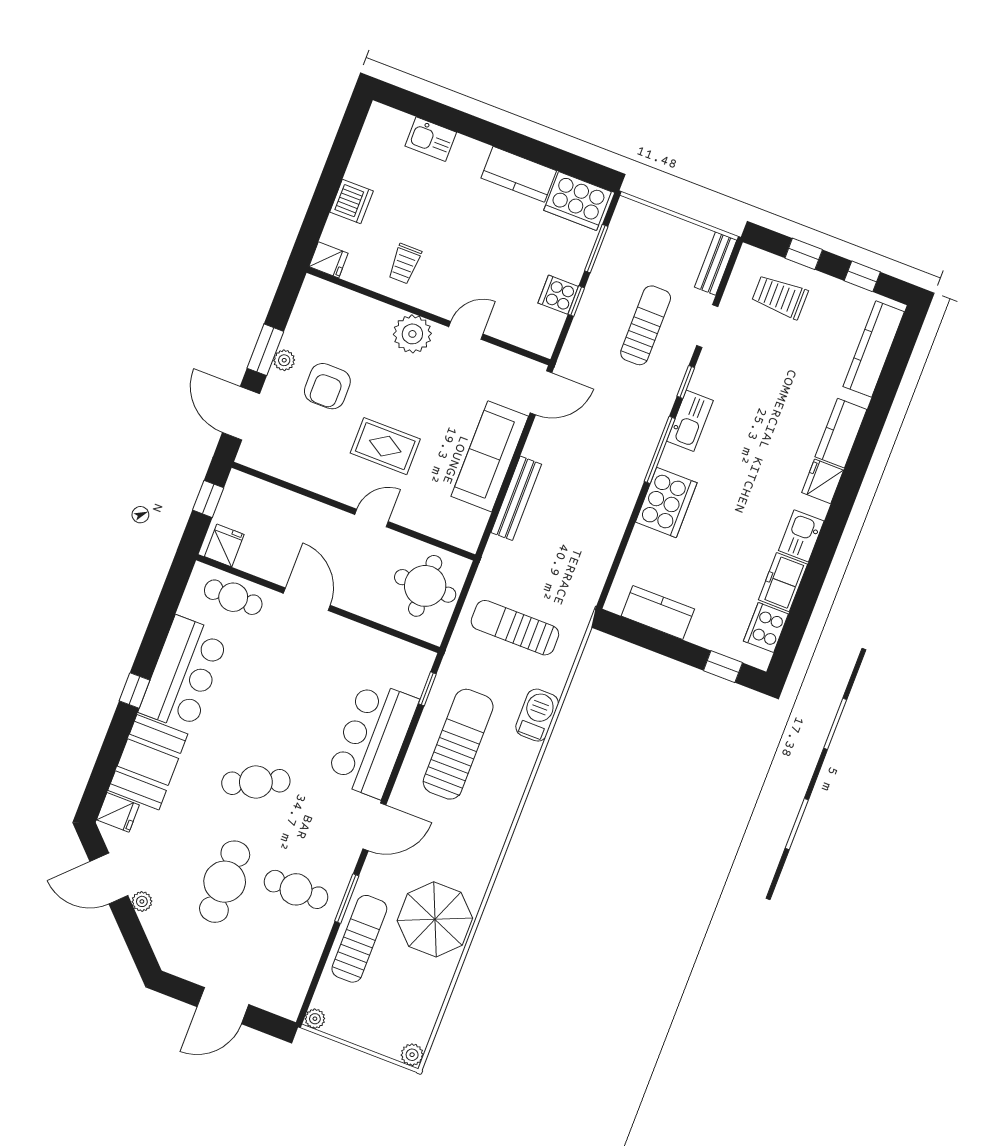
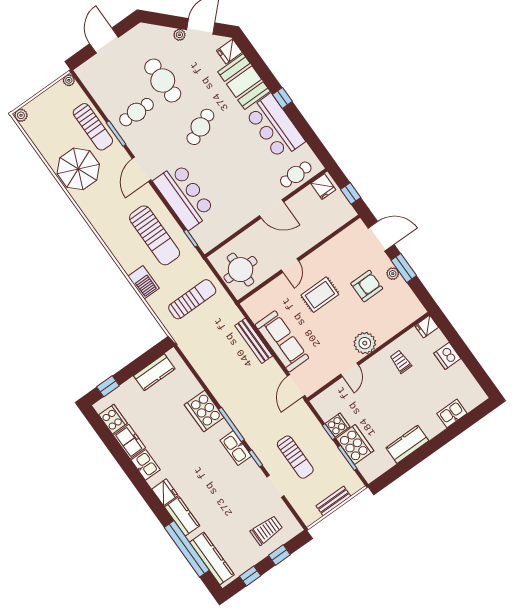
cooker: (578, 201) -> (355, 445), moved, turned 90
bench: (716, 264) -> (333, 501), moved, turned 90
armchair: (327, 386) -> (367, 286), turned 90
window: (884, 395) -> (187, 549), added

